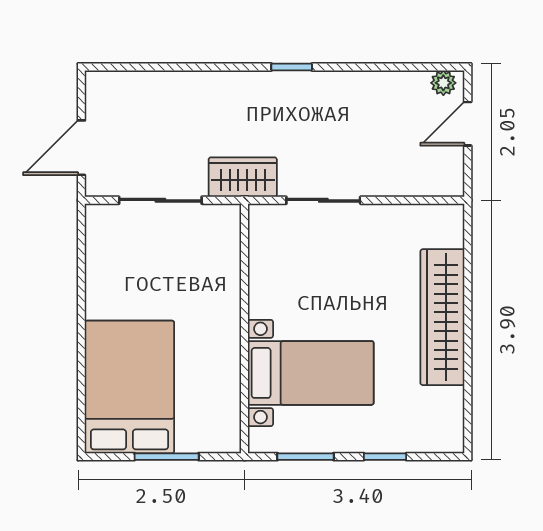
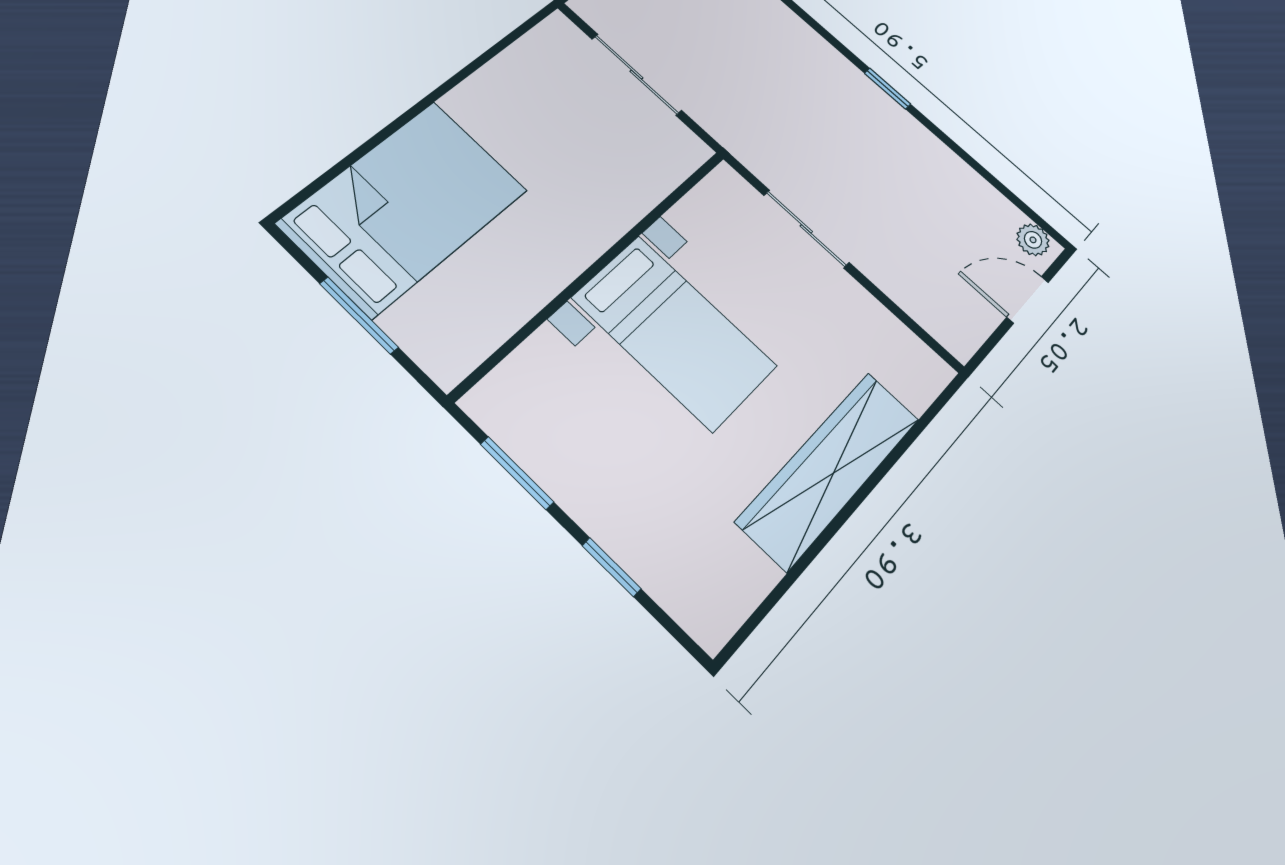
wardrobe: (243, 177) -> (743, 132), removed
bed with nightstands: (311, 373) -> (675, 332), moved

